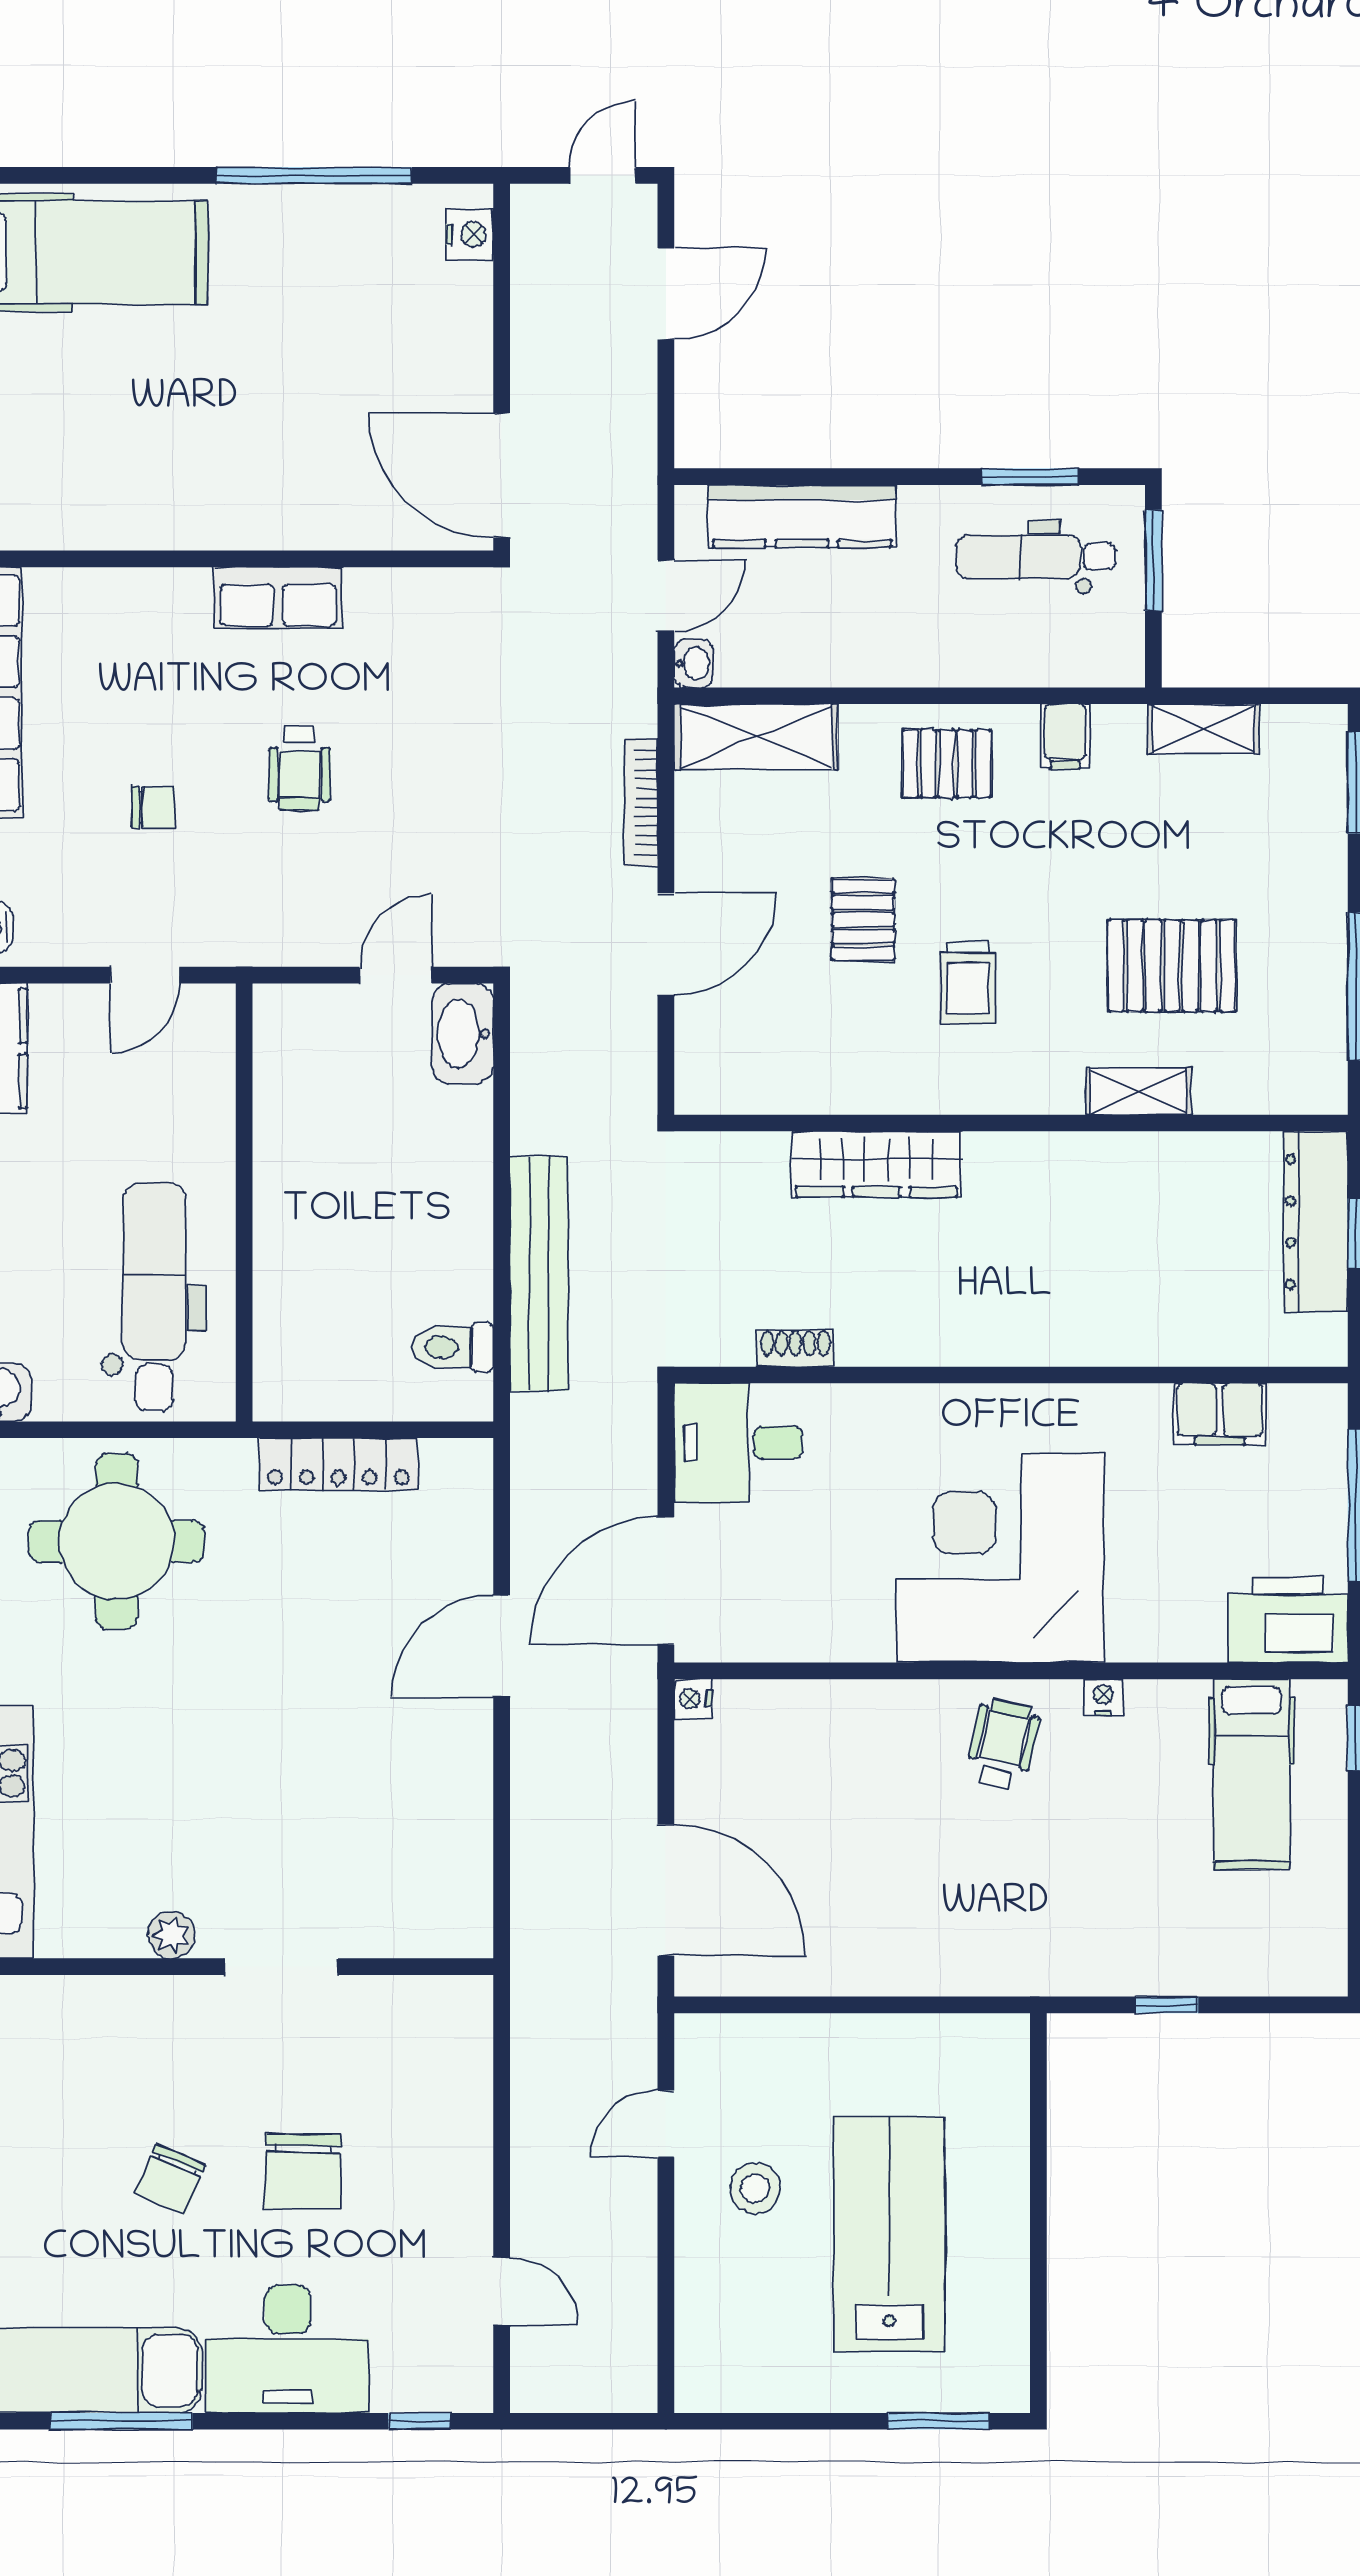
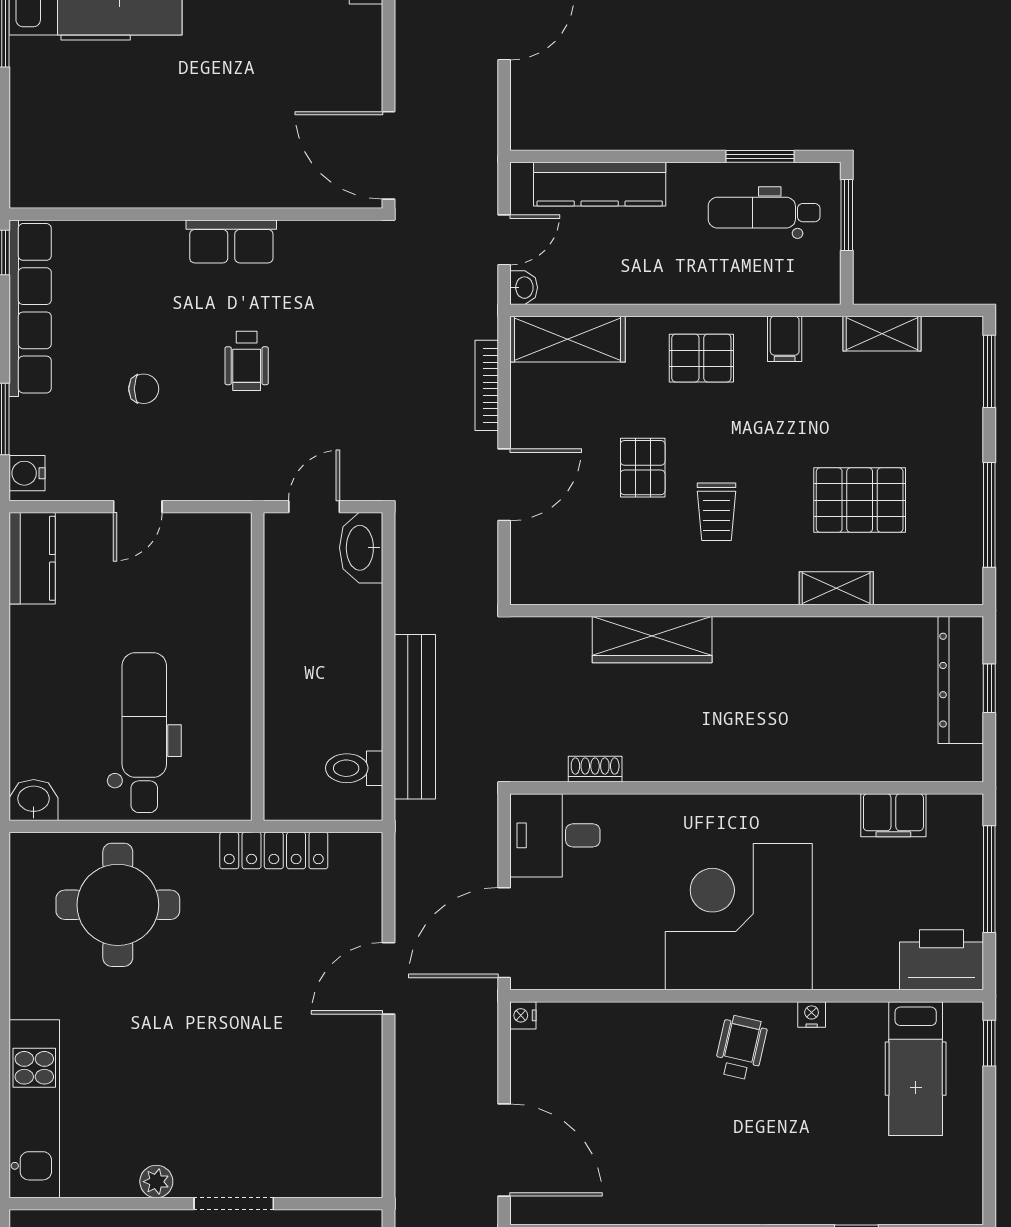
wall: (244, 1202) -> (258, 667), moved

